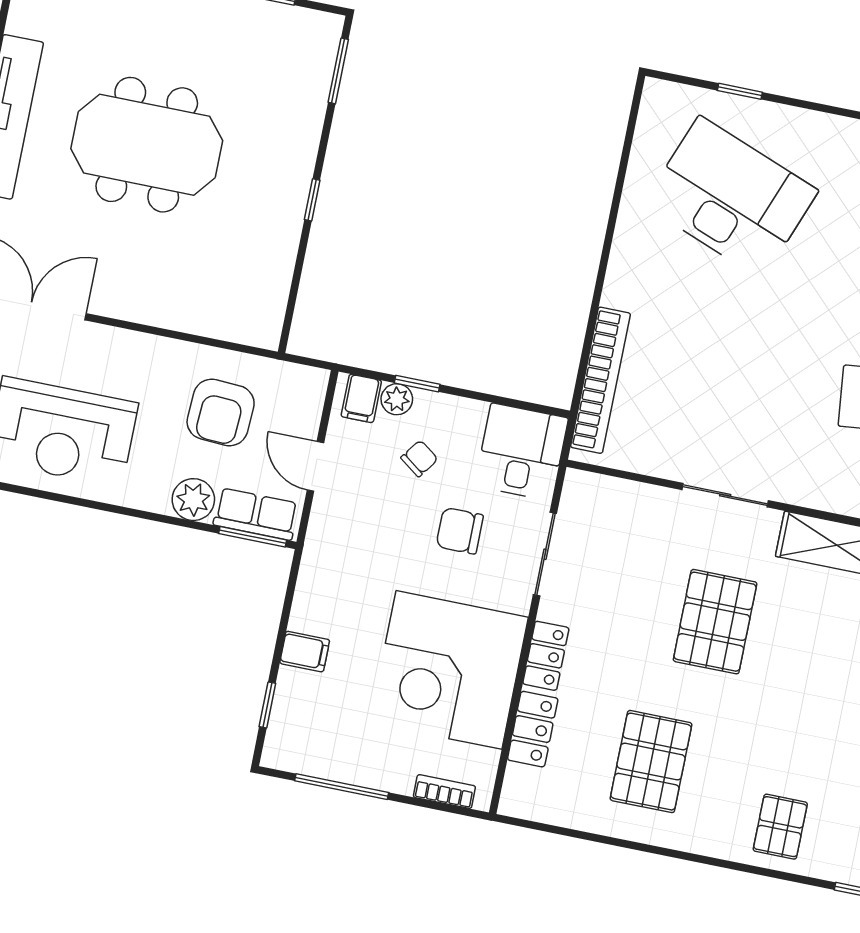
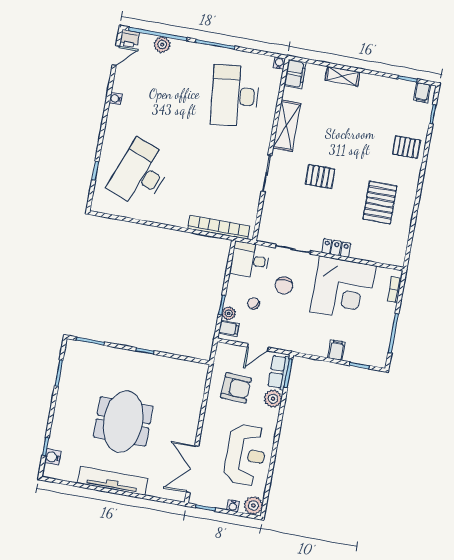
pallet: (715, 622) -> (320, 177), width x0.67, depth x0.71
locker: (533, 729) -> (367, 253), removed
pallet: (651, 762) -> (380, 202), turned 90

